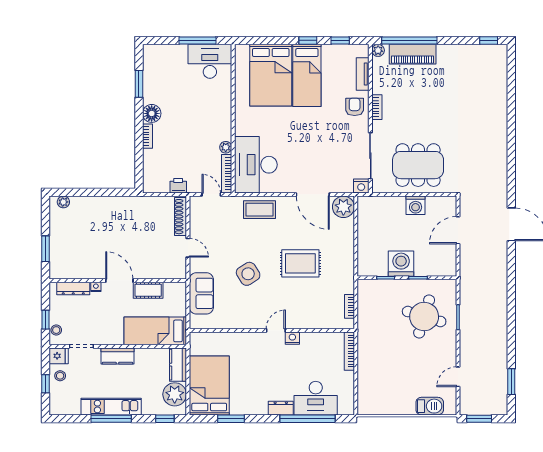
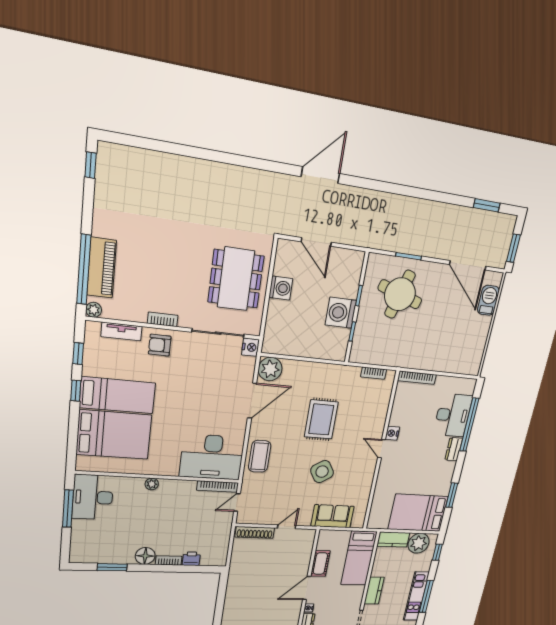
plant: (226, 147) -> (152, 484), moved
printer: (178, 186) -> (191, 559), moved, turned 90
door: (458, 377) -> (468, 265), width x1.88

